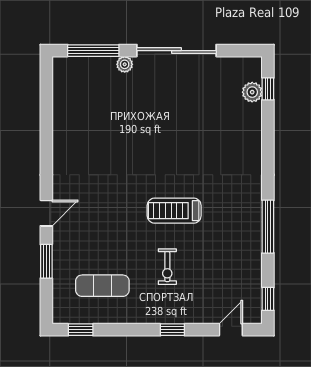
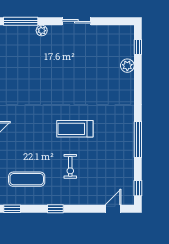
sliding door: (176, 51) -> (76, 21), width x0.54
plant: (252, 92) -> (127, 66), moved
window: (172, 330) -> (55, 209), moved

